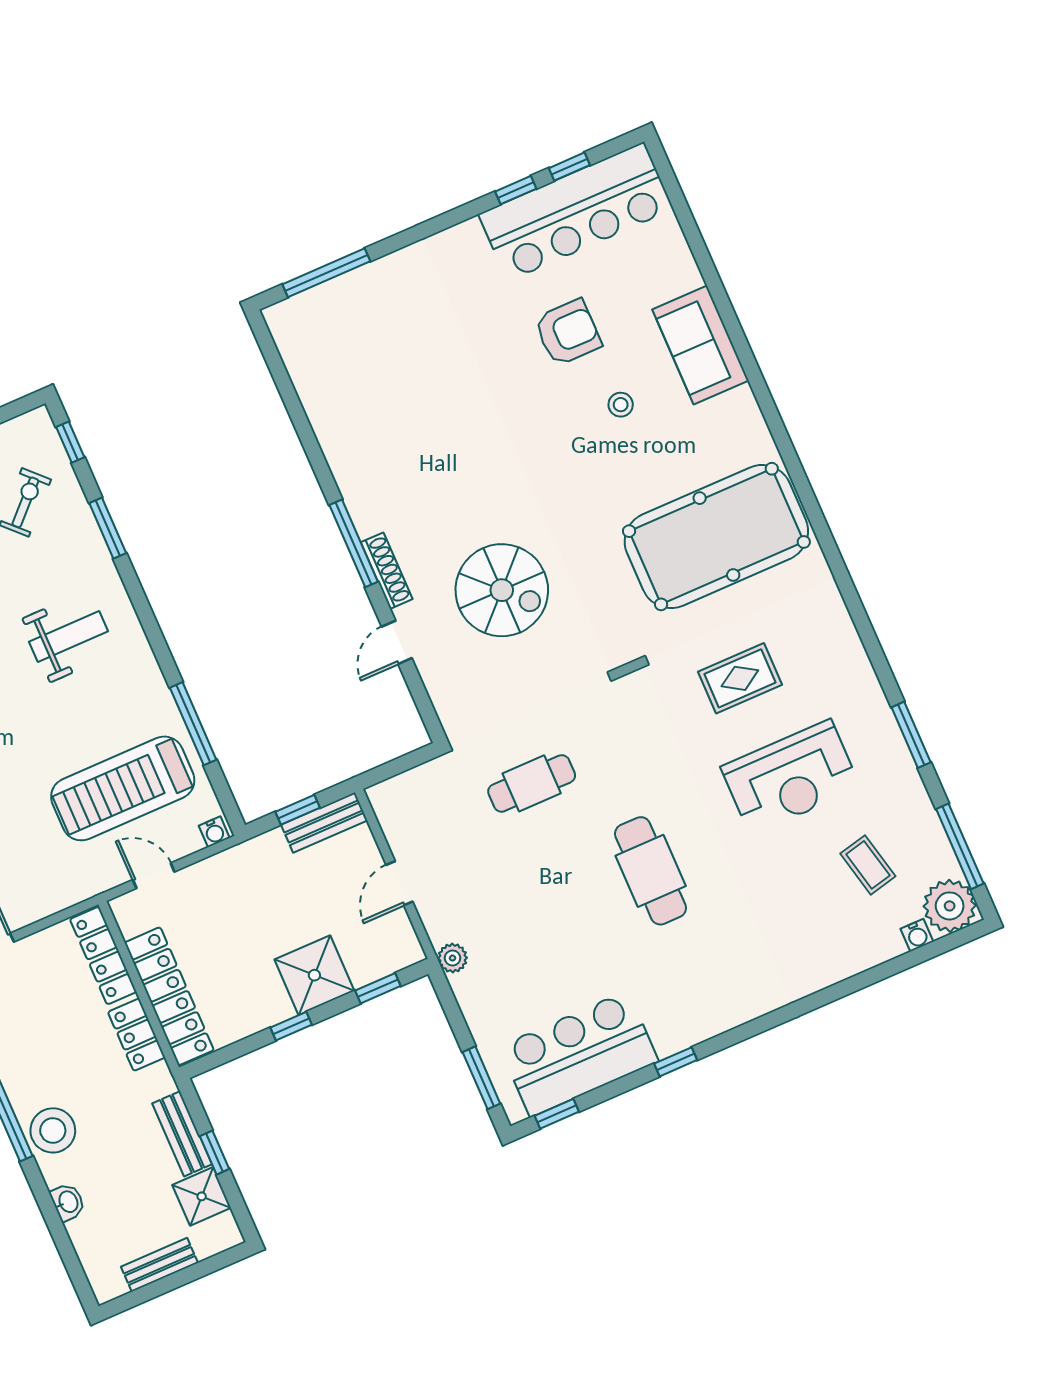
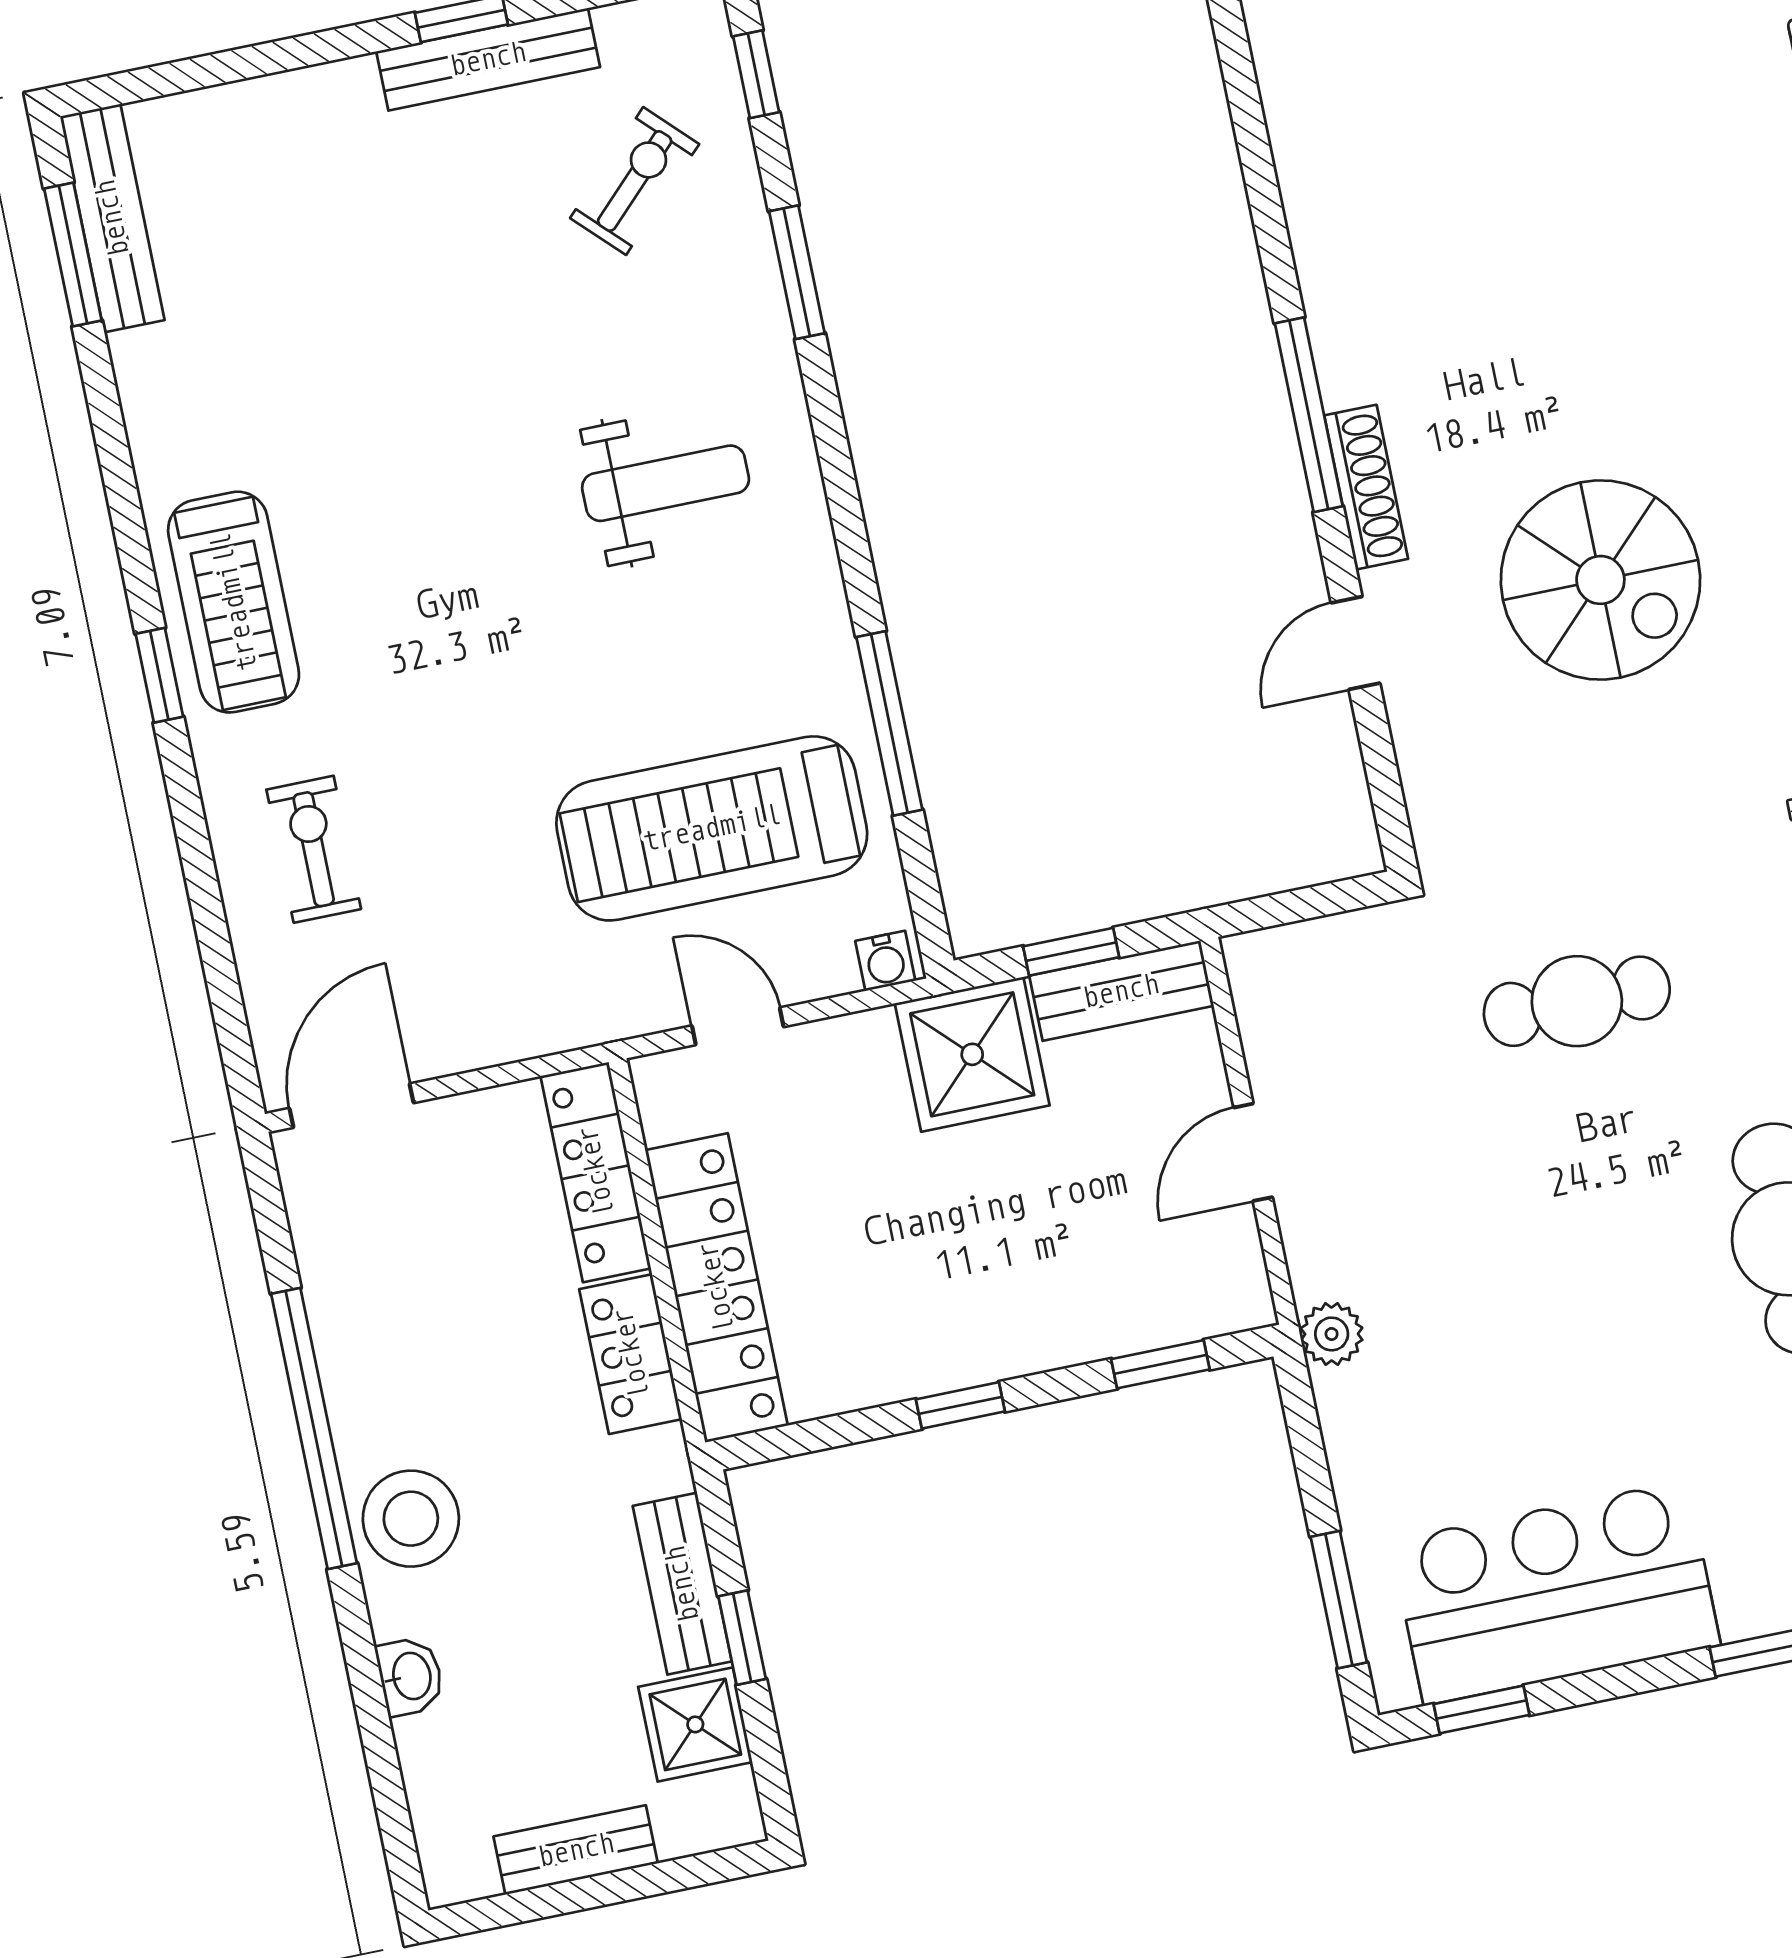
shower: (314, 975) -> (972, 1054), moved

